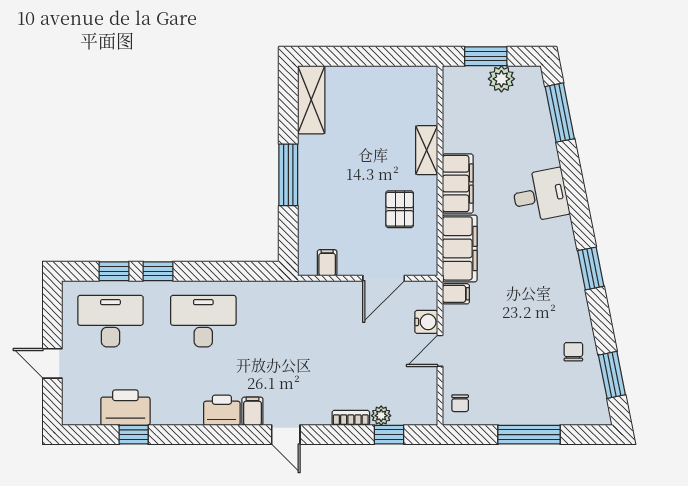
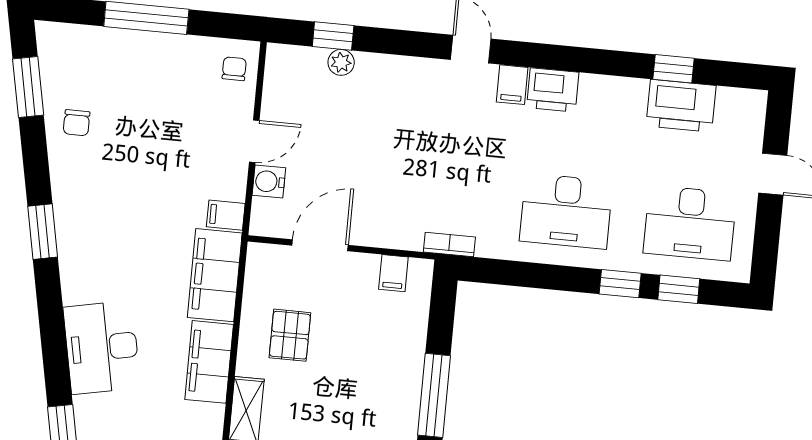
desk: (540, 195) -> (102, 348), width x1.37
bookcase: (351, 418) -> (449, 245), moved, turned 180

